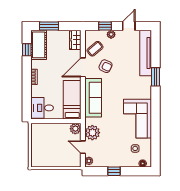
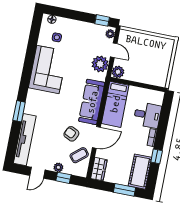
window: (27, 50) -> (157, 156), moved
desk: (42, 108) -> (147, 115), moved
window: (114, 171) -> (102, 20), moved

